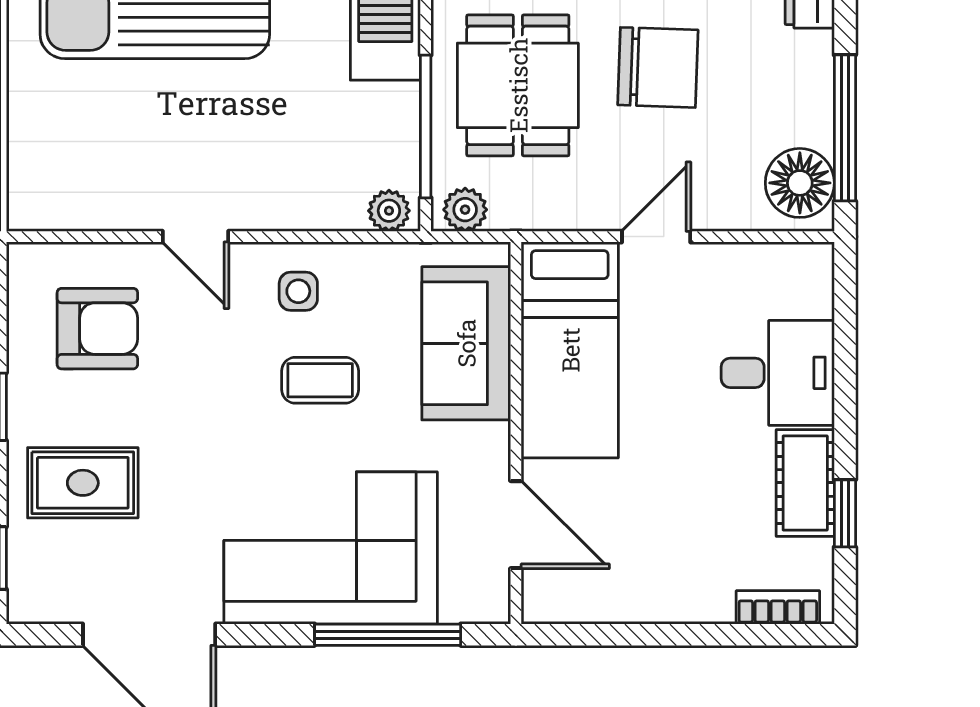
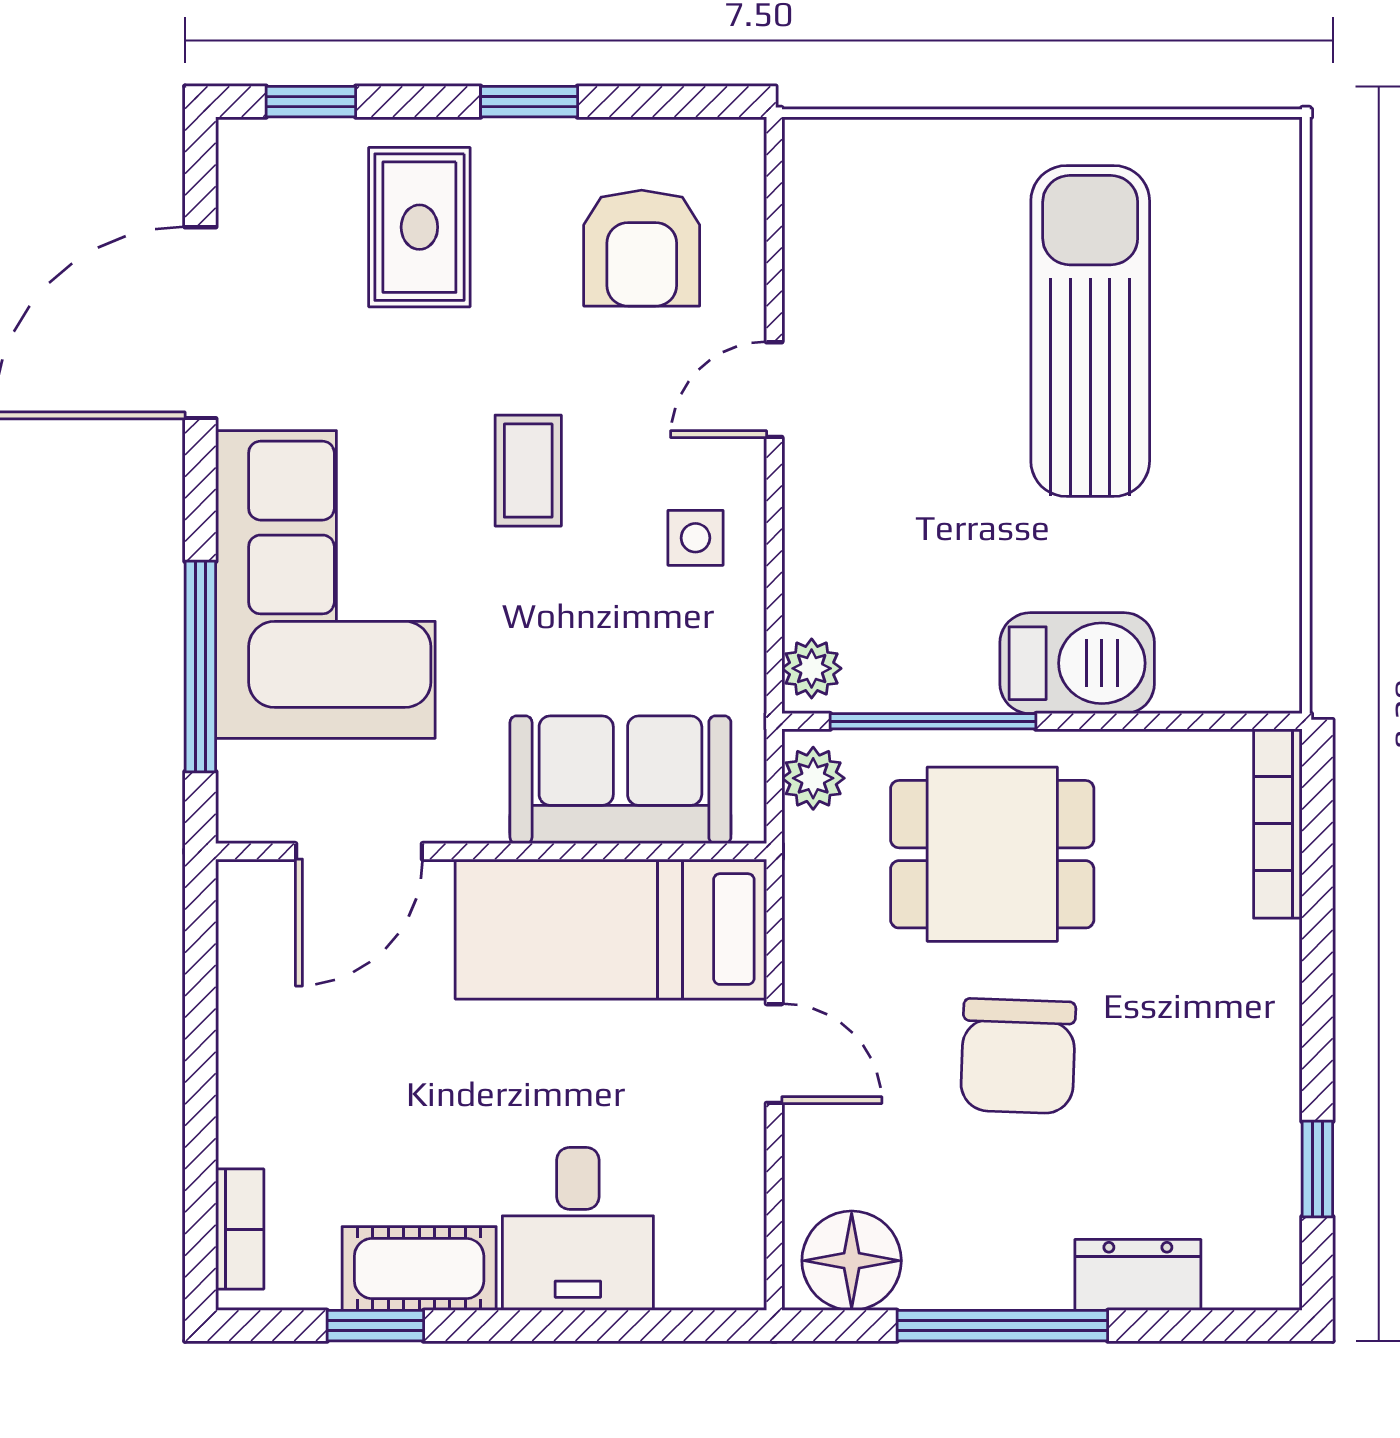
window: (845, 128) -> (1002, 1326), moved
coffee table: (320, 380) -> (528, 471), moved

